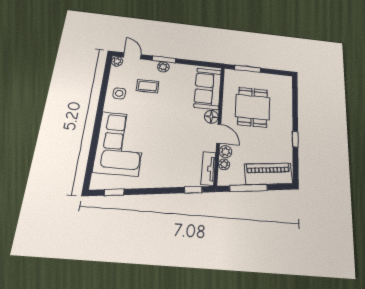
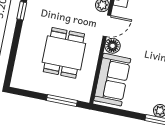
door: (219, 134) -> (107, 26), swing flipped

